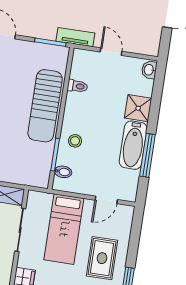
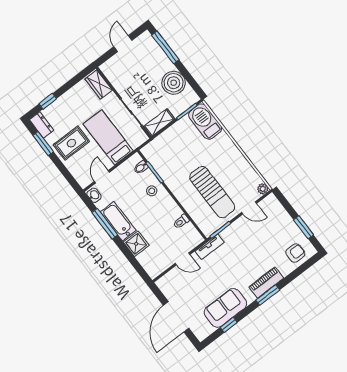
washbasin: (149, 70) -> (94, 195), moved
sun lounger: (45, 106) -> (212, 192), moved, turned 180
rug: (102, 258) -> (71, 143), turned 90

